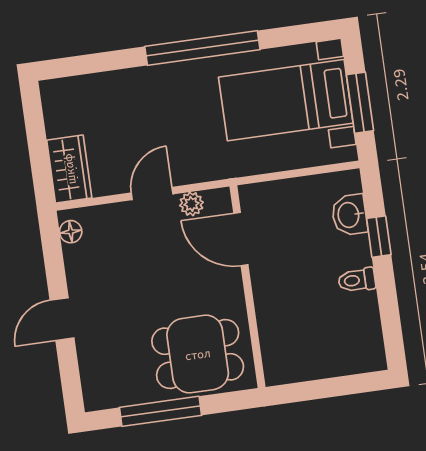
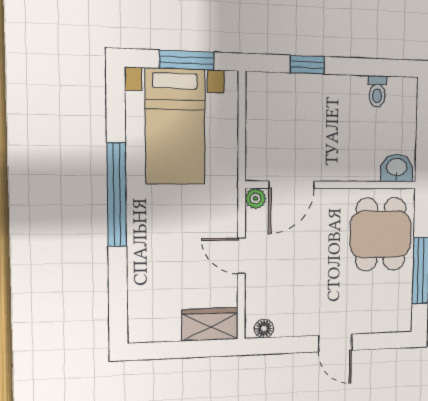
plant: (191, 204) -> (255, 198), moved
washbasin: (349, 215) -> (397, 168), moved, turned 180
toilet: (357, 280) -> (377, 91), moved

